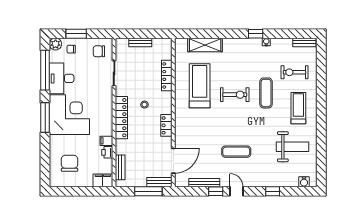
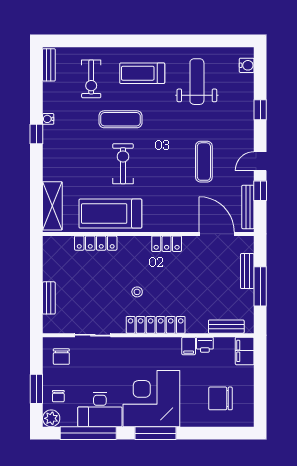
locker: (167, 75) -> (96, 243), moved
wall: (173, 112) -> (148, 234), moved
locker: (166, 125) -> (167, 244), moved
door: (173, 161) -> (217, 234), moved

